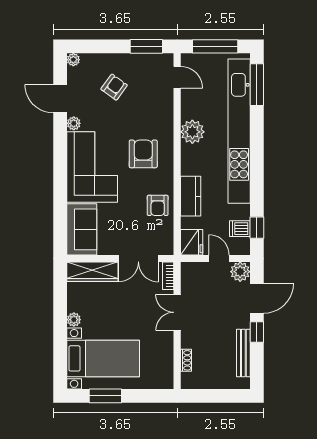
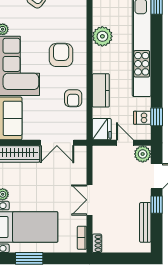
bookcase: (168, 276) -> (82, 238), moved
double door: (177, 312) -> (90, 200), moved
shoe rack: (186, 360) -> (97, 243), moved

